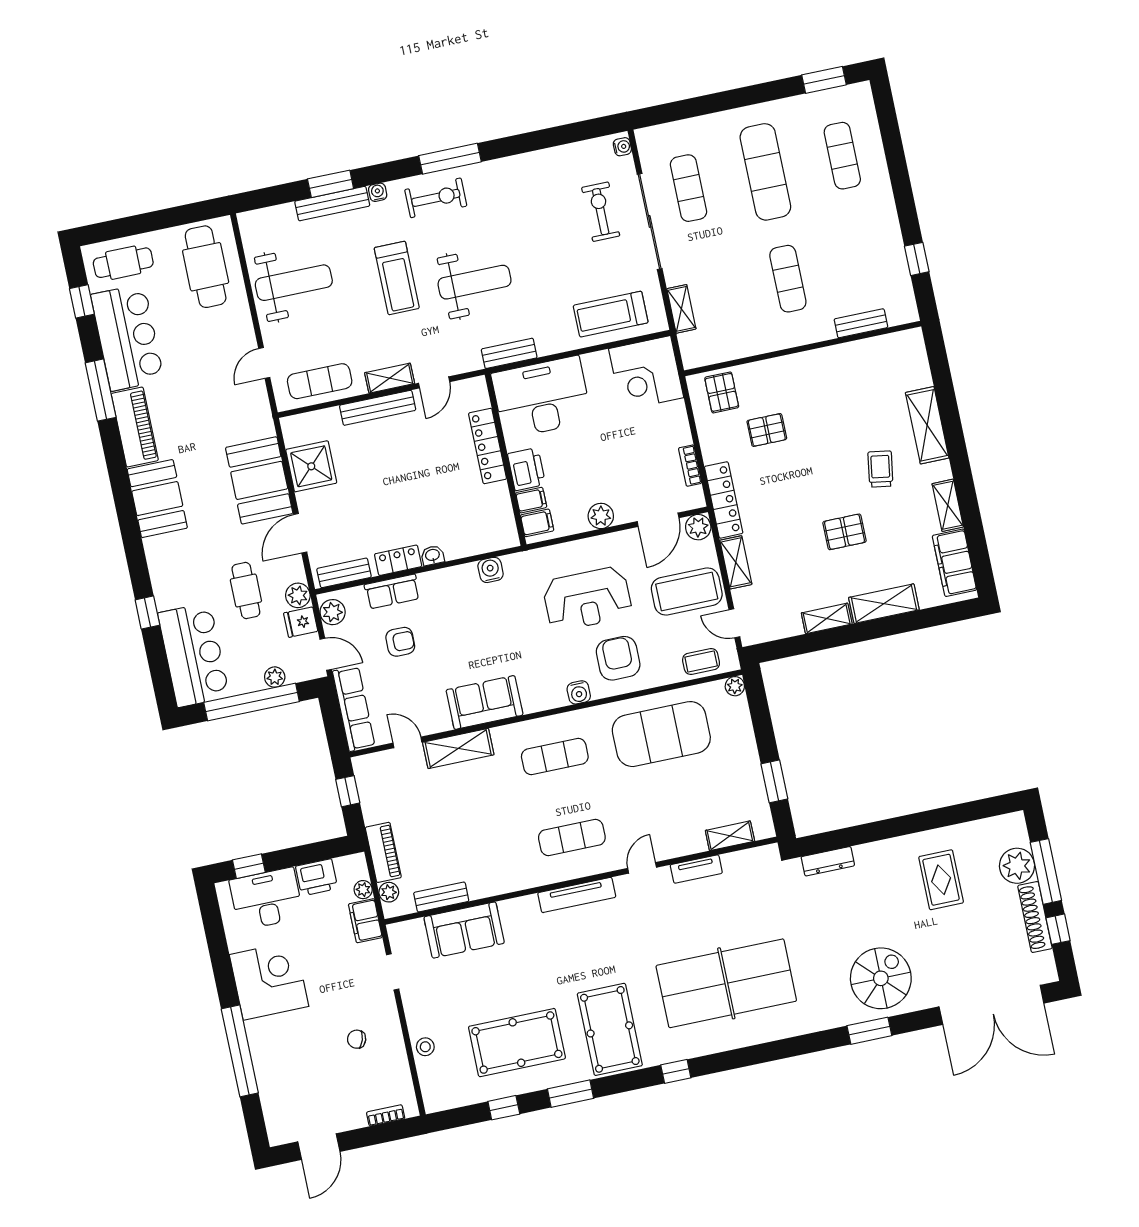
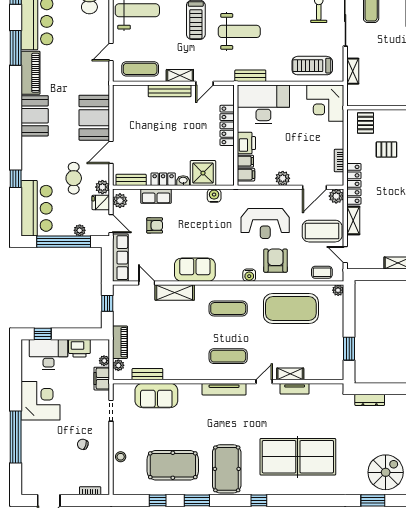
shower: (311, 466) -> (203, 173), moved
shelving: (730, 836) -> (290, 374), moved

